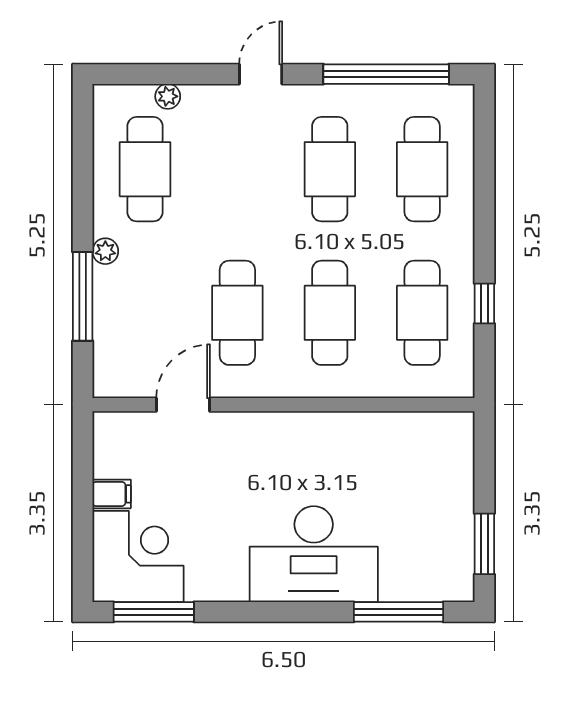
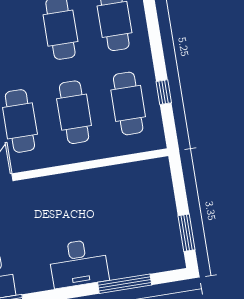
desk: (314, 554) -> (79, 263), width x0.73, depth x0.77
window: (398, 612) -> (125, 284), moved

